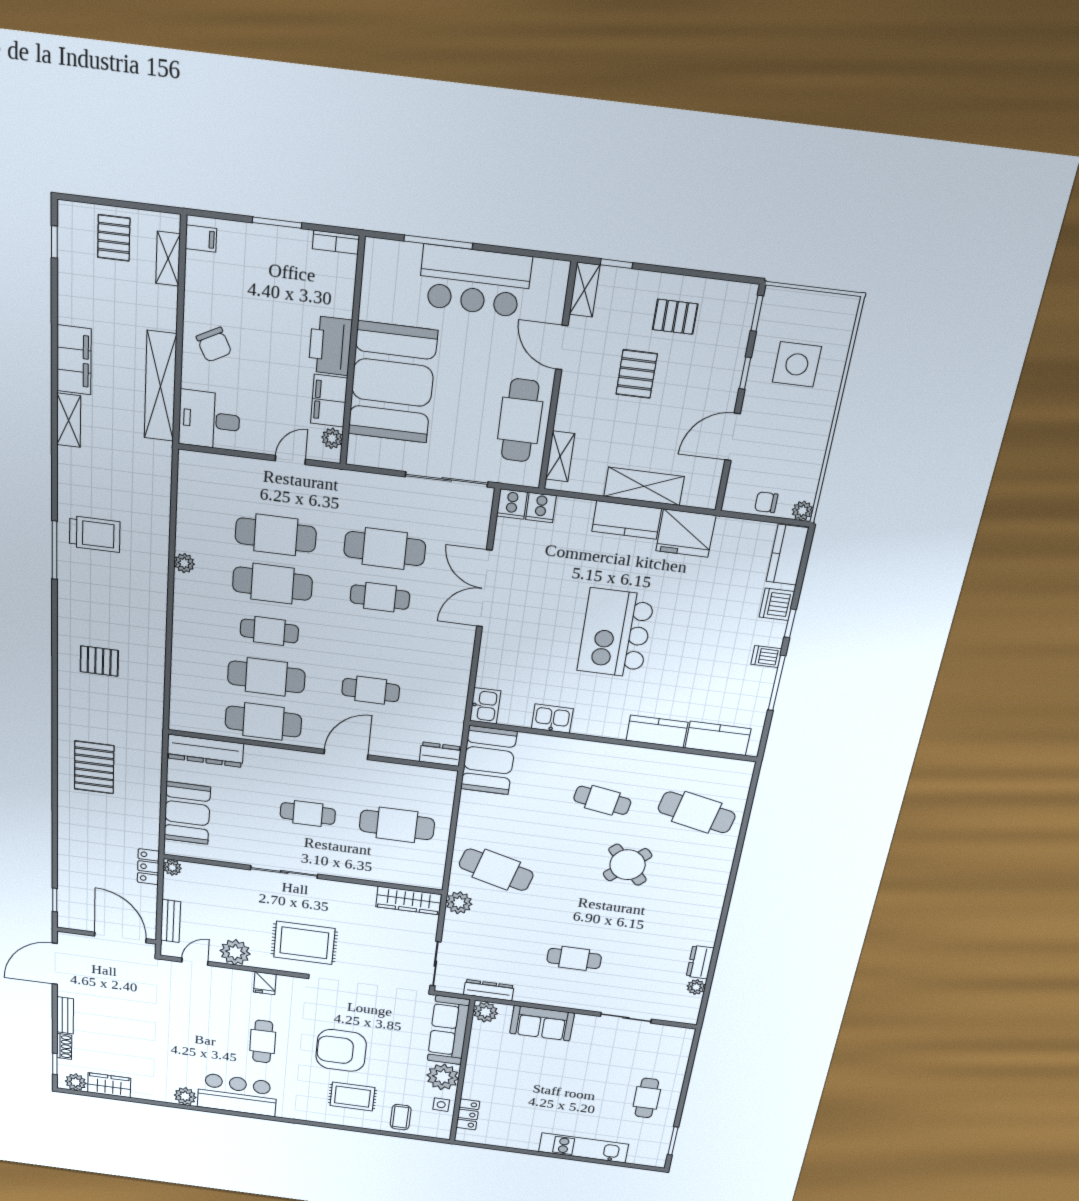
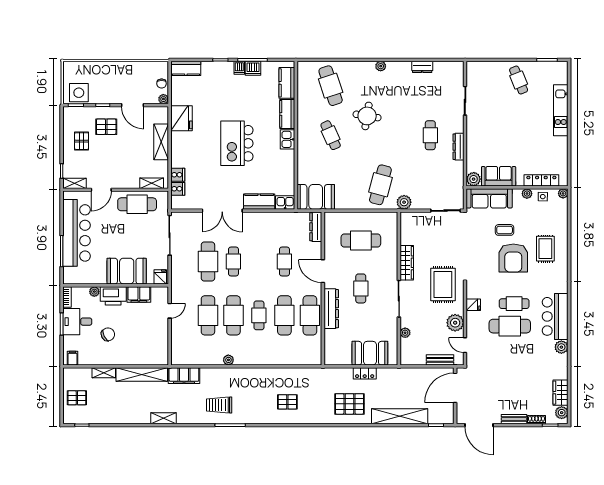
shelving: (168, 259) -> (104, 373), moved
bar counter: (475, 281) -> (77, 233), width x1.36
chair: (214, 345) -> (108, 334), moved
filing cabinet: (74, 360) -> (184, 376), moved, turned 180
side table: (797, 364) -> (79, 93), moved
pallet: (637, 374) -> (106, 127), moved
booth: (392, 383) -> (127, 271), width x0.73, depth x0.70
desk: (209, 420) -> (77, 322), moved, turned 90
plant: (332, 438) -> (94, 292), moved
fridge: (362, 450) -> (160, 277), added
door: (290, 460) -> (170, 311), swing flipped
cooker: (512, 504) -> (178, 175), moved
plant: (802, 511) -> (163, 99), moved
kitchen counter: (627, 520) -> (259, 202), moved, turned -90
trolley: (95, 534) -> (219, 405), turned -90
dishwasher: (777, 604) -> (253, 68), moved
kitchen island: (615, 633) -> (237, 143), turned 90
pallet: (99, 661) -> (287, 402), turned 90
kitchen sink: (552, 719) -> (288, 139), moved
dresser: (205, 751) -> (331, 309), moved
dresser: (440, 754) -> (316, 227), width x1.44
cafe table: (602, 800) -> (331, 135), turned -33
cafe table: (697, 812) -> (331, 86), turned -30
cafe table: (397, 825) -> (361, 241), turned 90
shelving: (71, 846) -> (400, 416), added
round table: (628, 865) -> (367, 116), turned -38
locker: (148, 867) -> (365, 373), moved
plant: (172, 867) -> (405, 333), moved
wardrobe: (408, 900) -> (407, 263), moved
plant: (696, 987) -> (381, 66), moved
dresser: (489, 990) -> (458, 147), moved
sofa: (542, 1023) -> (499, 176), moved, turned -90
cafe table: (225, 1030) -> (510, 326), added
plant: (443, 1077) -> (527, 194), width x0.53, depth x0.53
cafe table: (647, 1098) -> (519, 80), turned 68
locker: (468, 1114) -> (541, 180), width x1.53
coffee table: (401, 1117) -> (505, 230), moved
plant: (443, 1133) -> (563, 193), added

